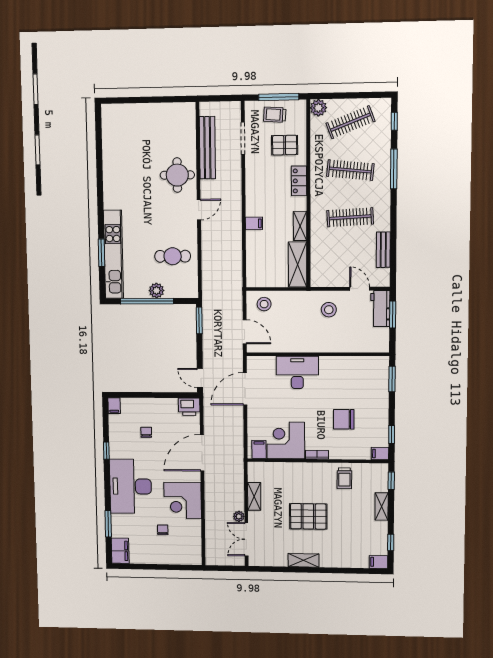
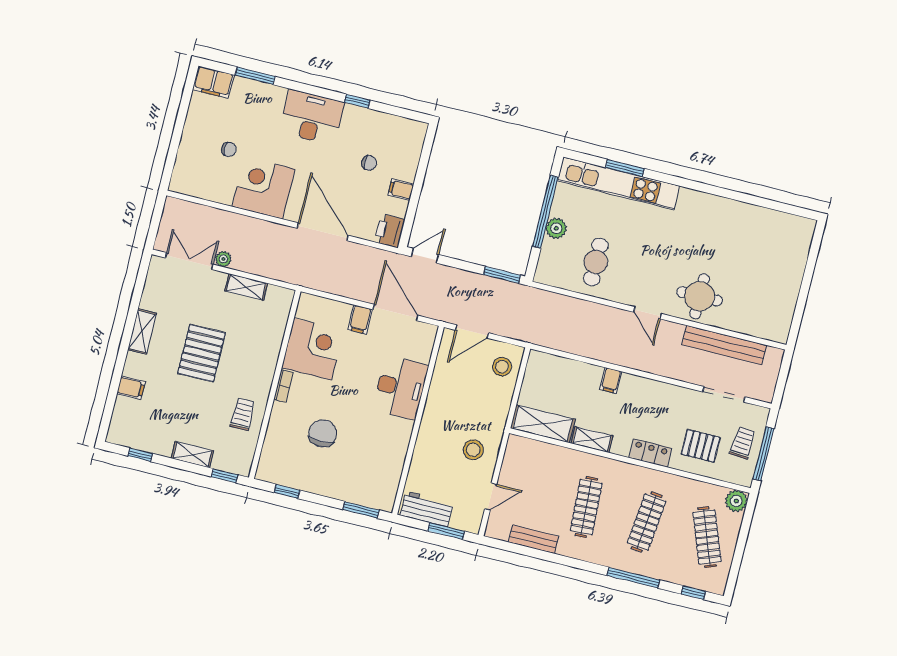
pallet: (285, 145) -> (701, 446), turned 90
workbench: (380, 308) -> (427, 509), moved
filing cabinet: (114, 406) -> (401, 190), moved
filing cabinet: (259, 449) -> (360, 319), moved, turned 90
filing cabinet: (380, 454) -> (265, 470), removed
trolley: (344, 478) -> (243, 415), turned 90
desk: (131, 486) -> (312, 117), width x0.73, depth x0.77
filing cabinet: (378, 562) -> (131, 388), moved, turned 90

